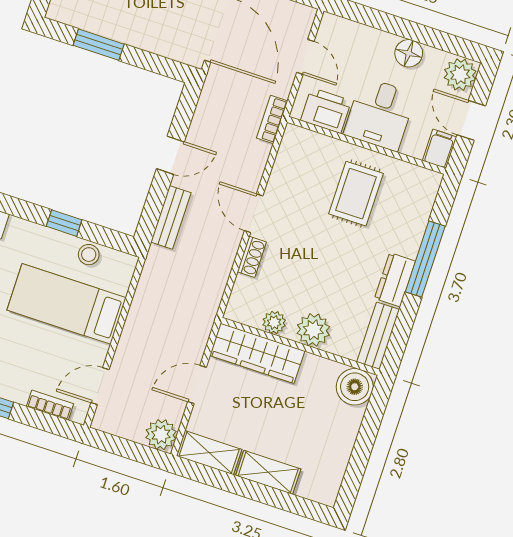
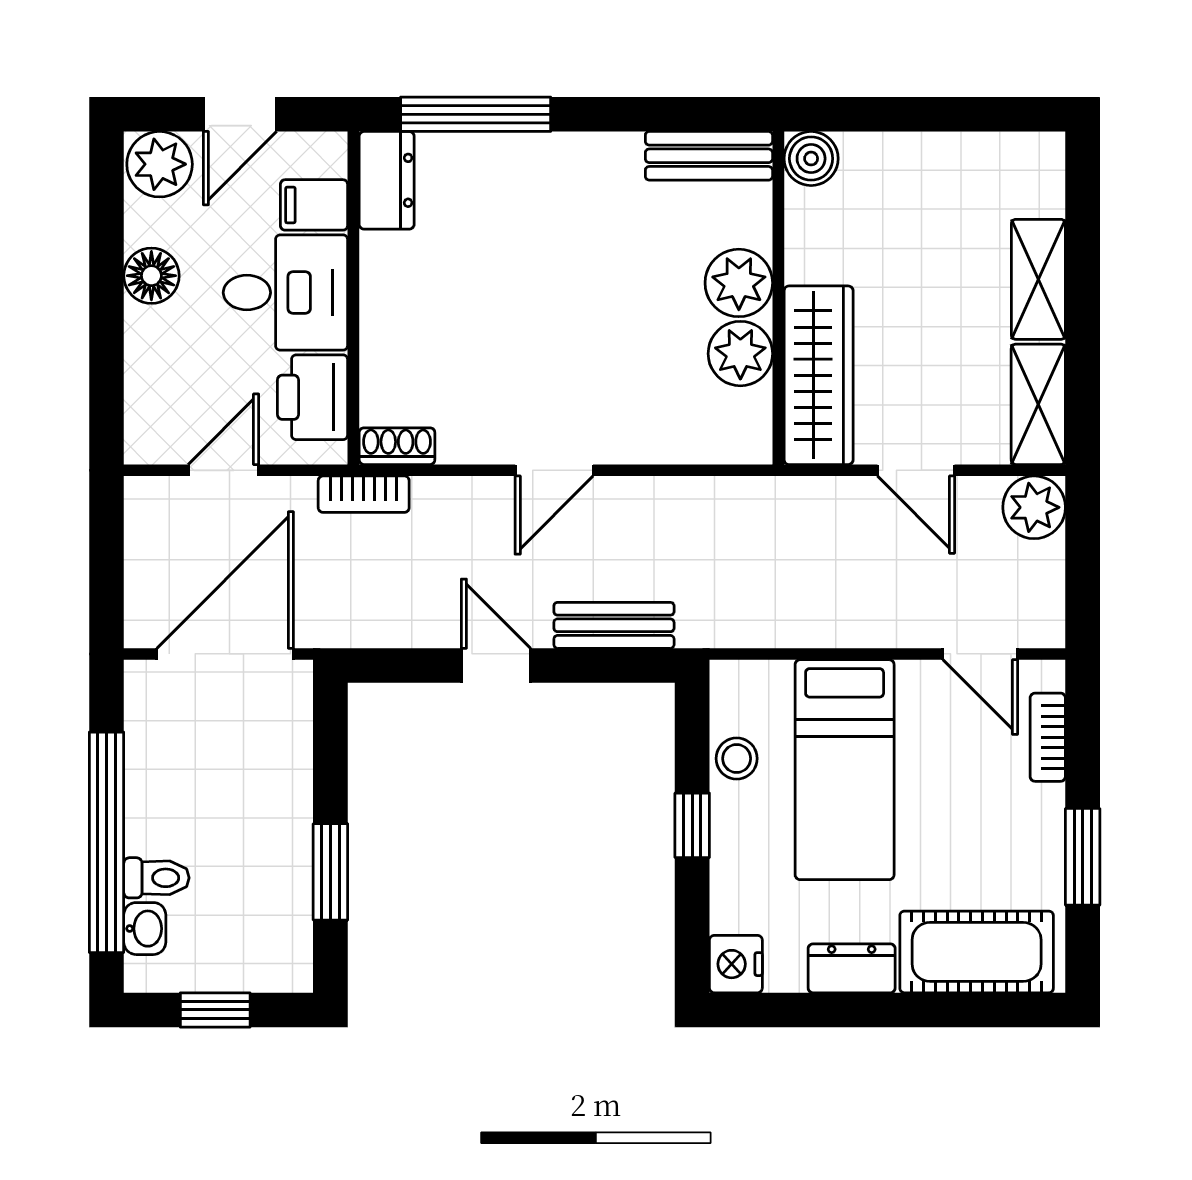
filing cabinet: (439, 149) -> (314, 205), moved
rug: (356, 194) -> (452, 288), removed
shoe rack: (252, 257) -> (397, 446), moved
window: (425, 259) -> (476, 114), moved
dresser: (395, 280) -> (387, 180), moved, turned -90
plant: (274, 322) -> (740, 354), width x1.38, depth x1.38
boiler: (355, 387) -> (811, 159), width x0.73, depth x0.73

